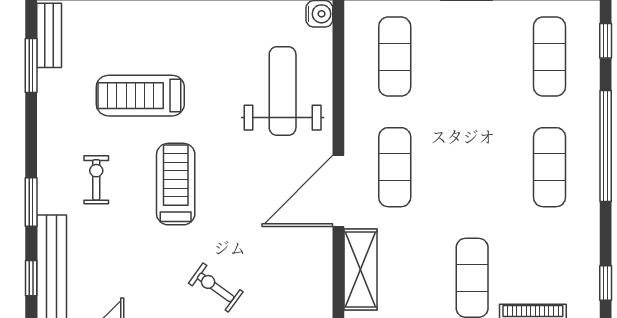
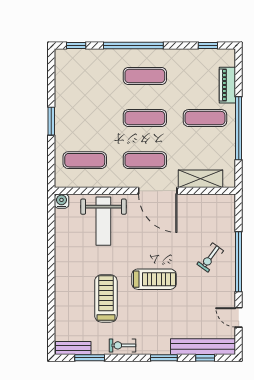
exercise mat: (550, 57) -> (145, 118), moved
weight bench: (283, 91) -> (103, 221), turned -90
treadmill: (140, 96) -> (106, 298), turned 180
exercise bike: (96, 180) -> (123, 345), moved
treadmill: (176, 184) -> (154, 279), turned 180

